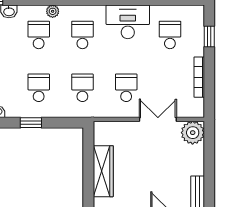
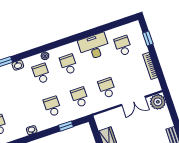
double door: (158, 119) -> (133, 101), swing flipped
window: (31, 123) -> (66, 126), moved

